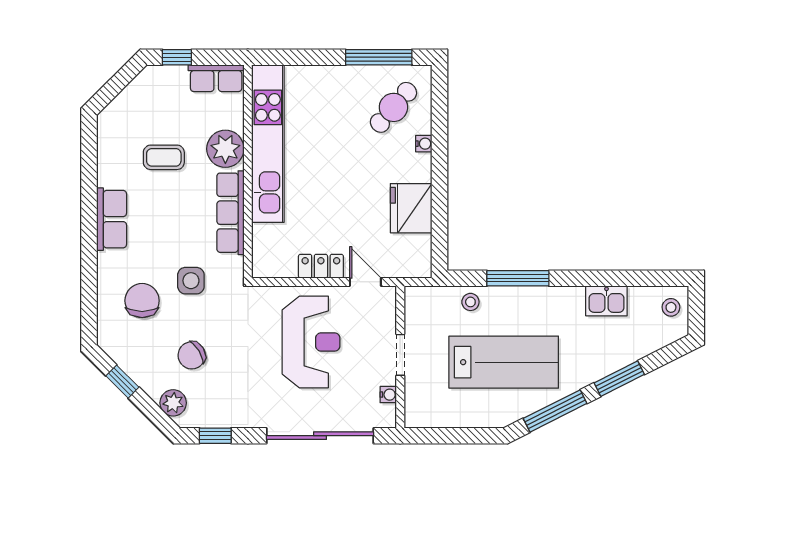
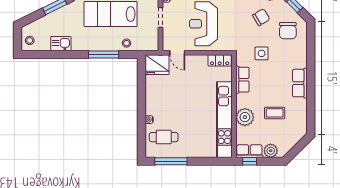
window: (177, 57) -> (250, 161), moved
plant: (172, 79) -> (271, 151), added
cafe table: (393, 107) -> (164, 137), turned 49
fridge: (411, 208) -> (157, 65), moved, turned 90
row of seats: (230, 213) -> (242, 80), width x0.68
locker: (321, 266) -> (220, 60), moved
chair: (142, 301) -> (288, 31), moved

